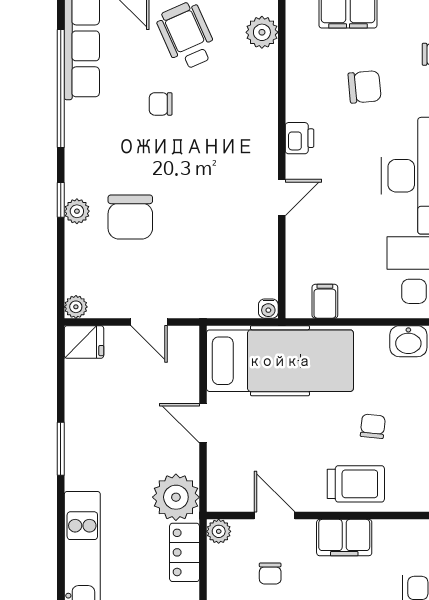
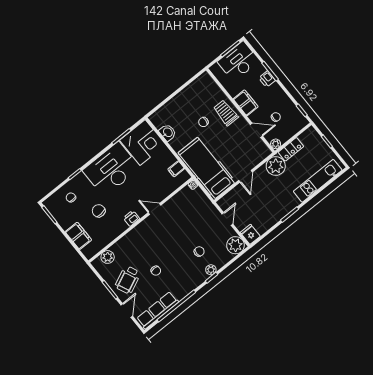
chair: (130, 217) -> (199, 251), width x0.54, depth x0.54
plant: (76, 307) -> (235, 245), width x1.87, depth x1.87
door: (275, 516) -> (256, 130), swing flipped

